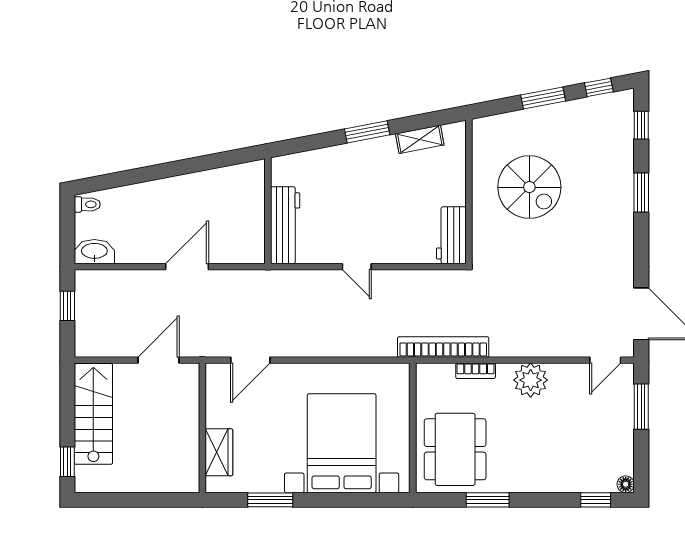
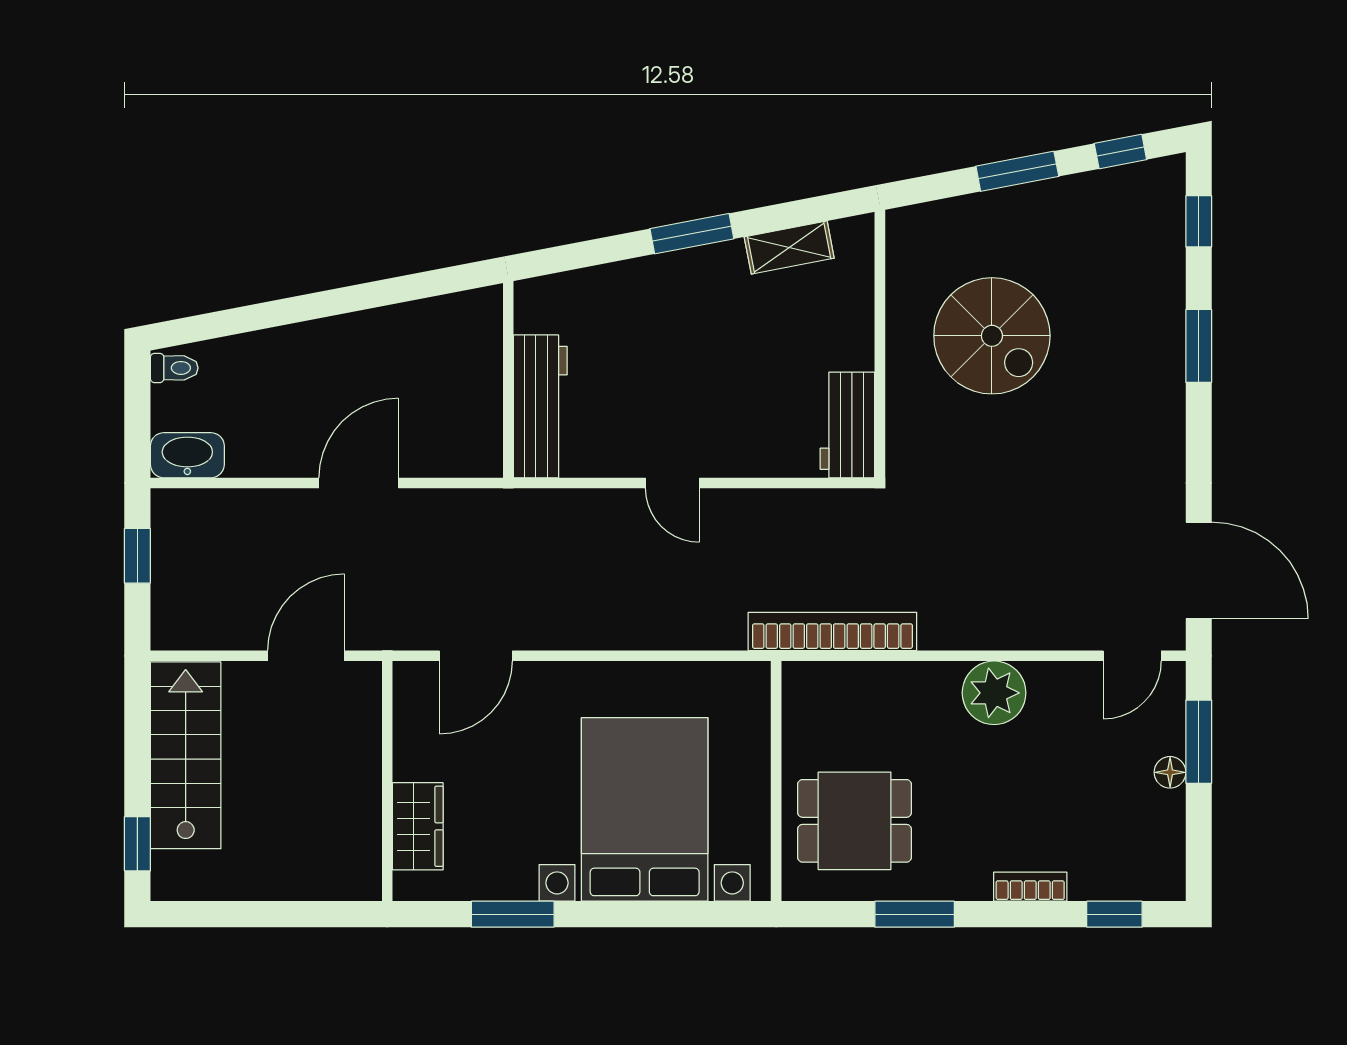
bookcase: (476, 371) -> (1030, 887), moved, turned 180
dining table: (455, 449) -> (855, 821), width x0.73
floor lamp: (626, 484) -> (1170, 772), moved

